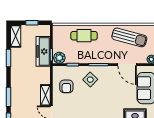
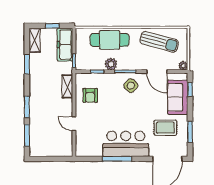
cafe table: (84, 36) -> (110, 40), width x1.37, depth x1.35
freezer: (43, 51) -> (65, 45), moved
plant: (59, 58) -> (111, 64), moved
side table: (90, 80) -> (131, 86), moved
shelving: (45, 95) -> (67, 86), moved

